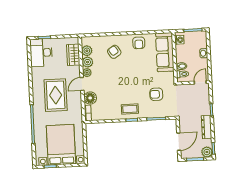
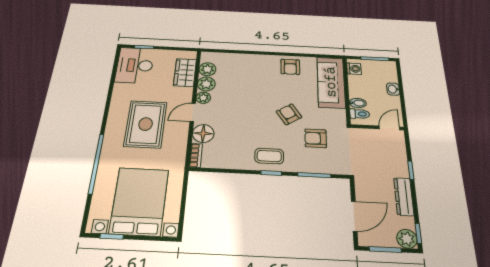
armchair: (114, 52) -> (289, 114), moved

